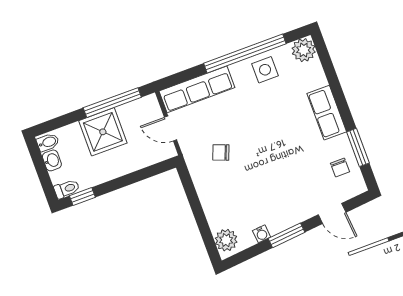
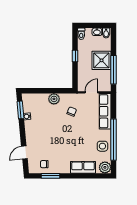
row of seats: (327, 113) -> (83, 167), moved
window: (82, 196) -> (75, 56), moved
window: (286, 235) -> (20, 110), moved
plant: (226, 240) -> (54, 99), moved

